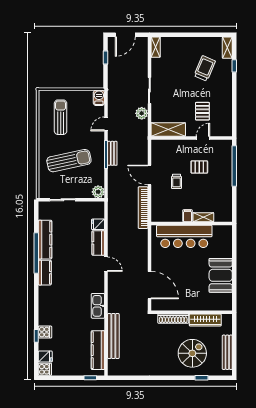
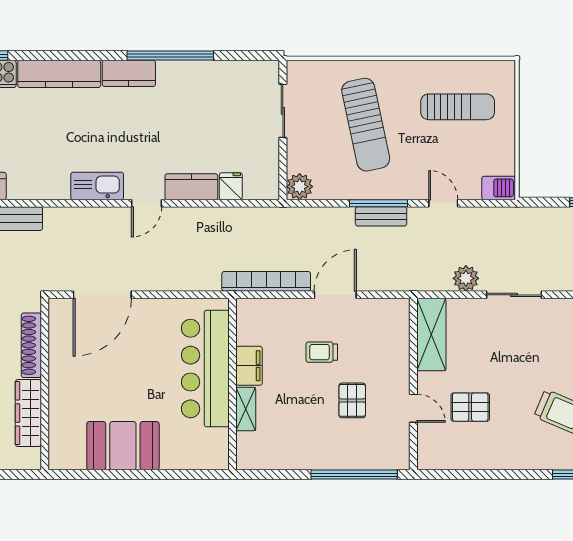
filing cabinet: (188, 216) -> (249, 366), width x2.00
kitchen counter: (45, 240) -> (59, 74), moved
kitchen sink: (98, 306) -> (97, 186), moved

